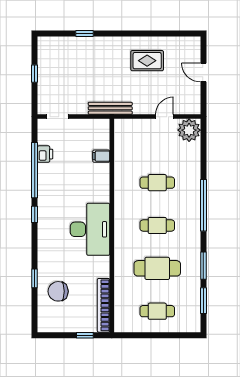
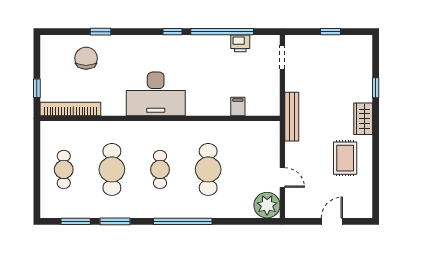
wardrobe: (112, 45) -> (363, 119), added
cafe table: (157, 183) -> (208, 169), width x1.37, depth x1.35

